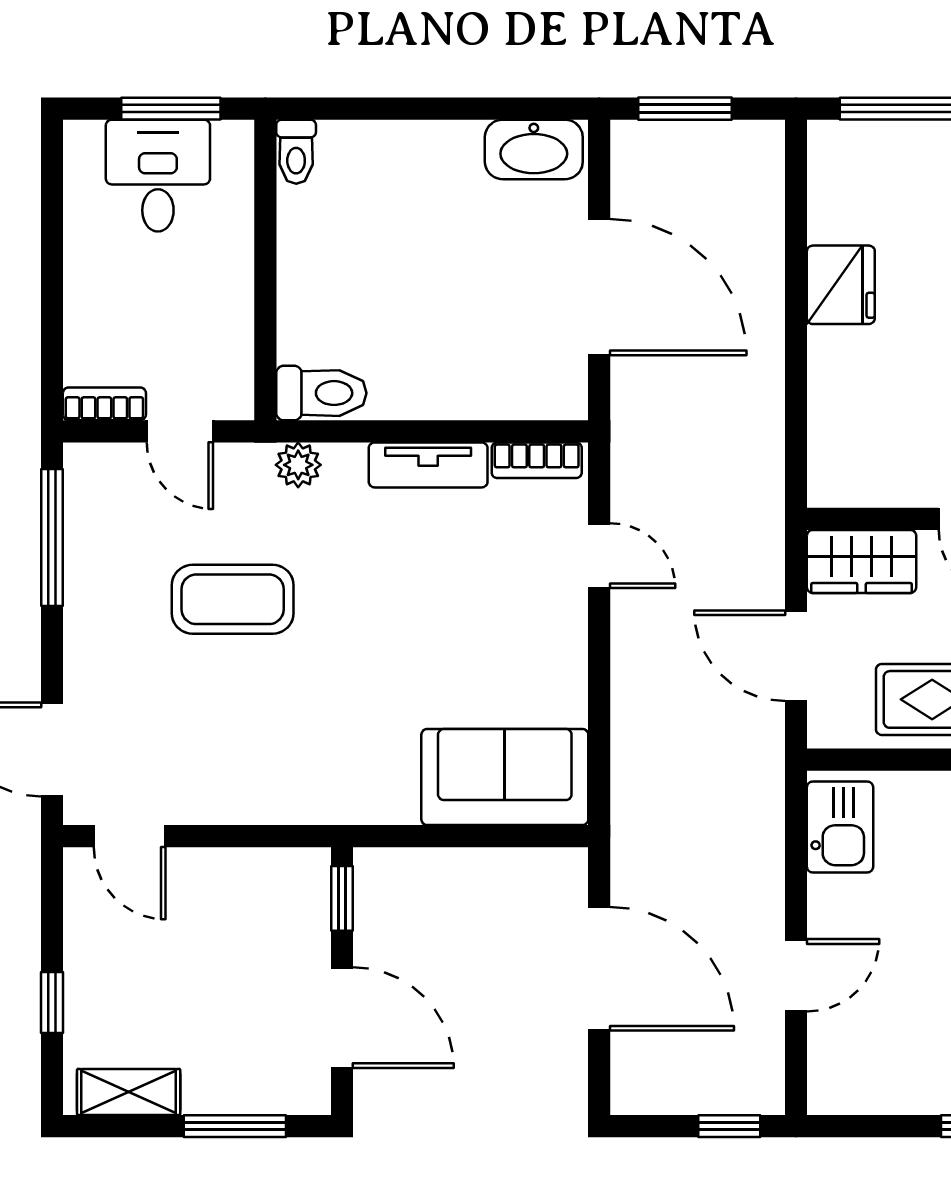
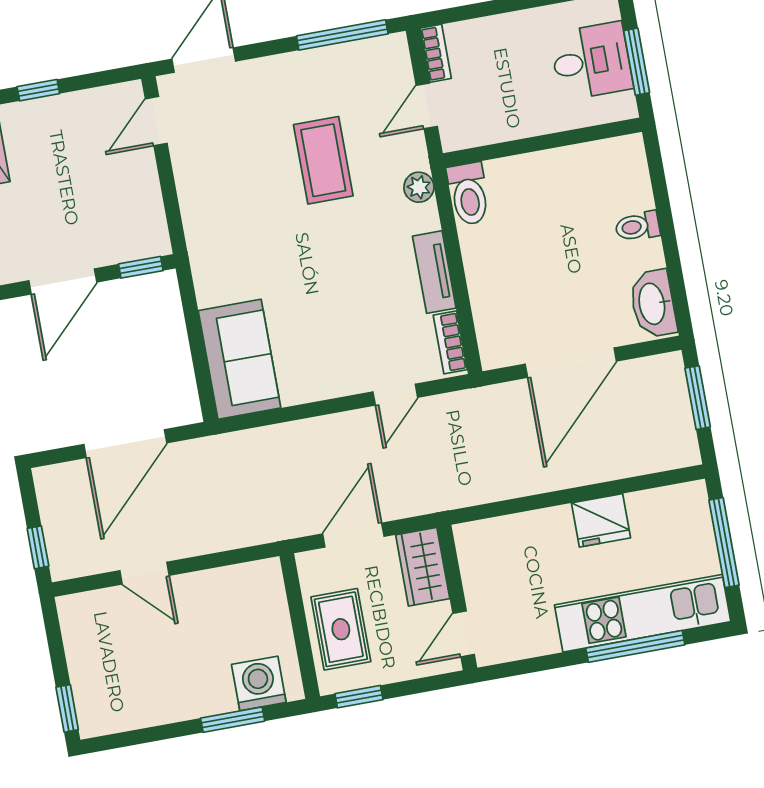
toilet: (296, 152) -> (637, 226), moved
kitchen sink: (840, 827) -> (247, 584), removed

